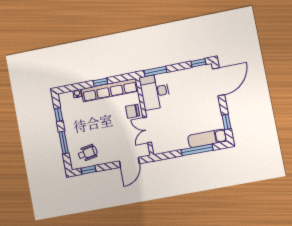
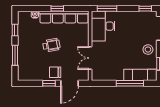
stool: (210, 108) -> (148, 50), added
chair: (133, 111) -> (55, 72), moved
wheelchair: (88, 153) -> (51, 45), moved
window: (88, 170) -> (49, 83), moved

